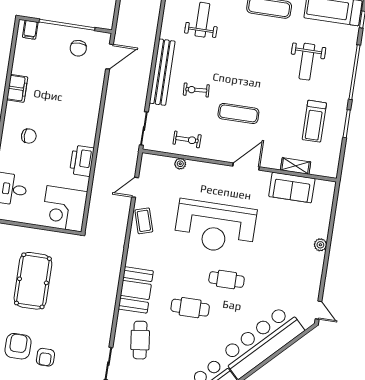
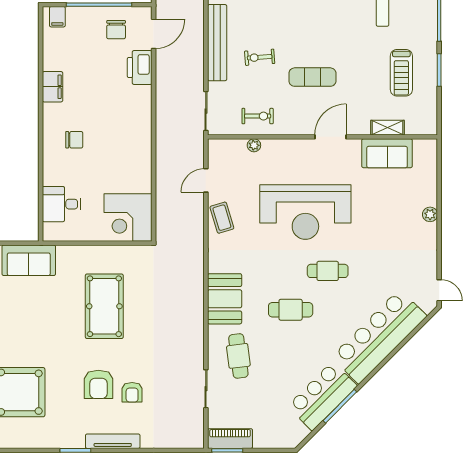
printer: (82, 161) -> (140, 67), moved
armchair: (18, 346) -> (98, 384), turned 180

